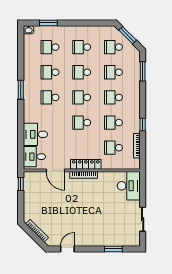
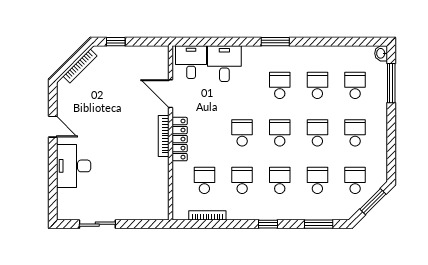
window: (48, 23) -> (391, 83), width x1.44
window: (21, 90) -> (275, 42), moved
window: (143, 125) -> (268, 224), moved
door: (55, 170) -> (171, 94), hinge flipped
window: (21, 184) -> (116, 42), moved
desk: (129, 186) -> (74, 166), moved, turned 90
door: (67, 249) -> (53, 127), moved
window: (113, 249) -> (53, 180), removed

